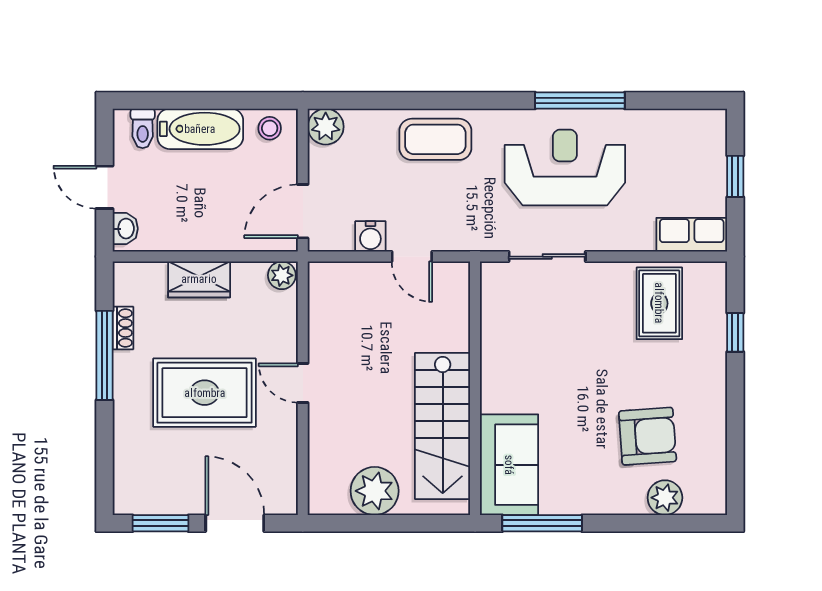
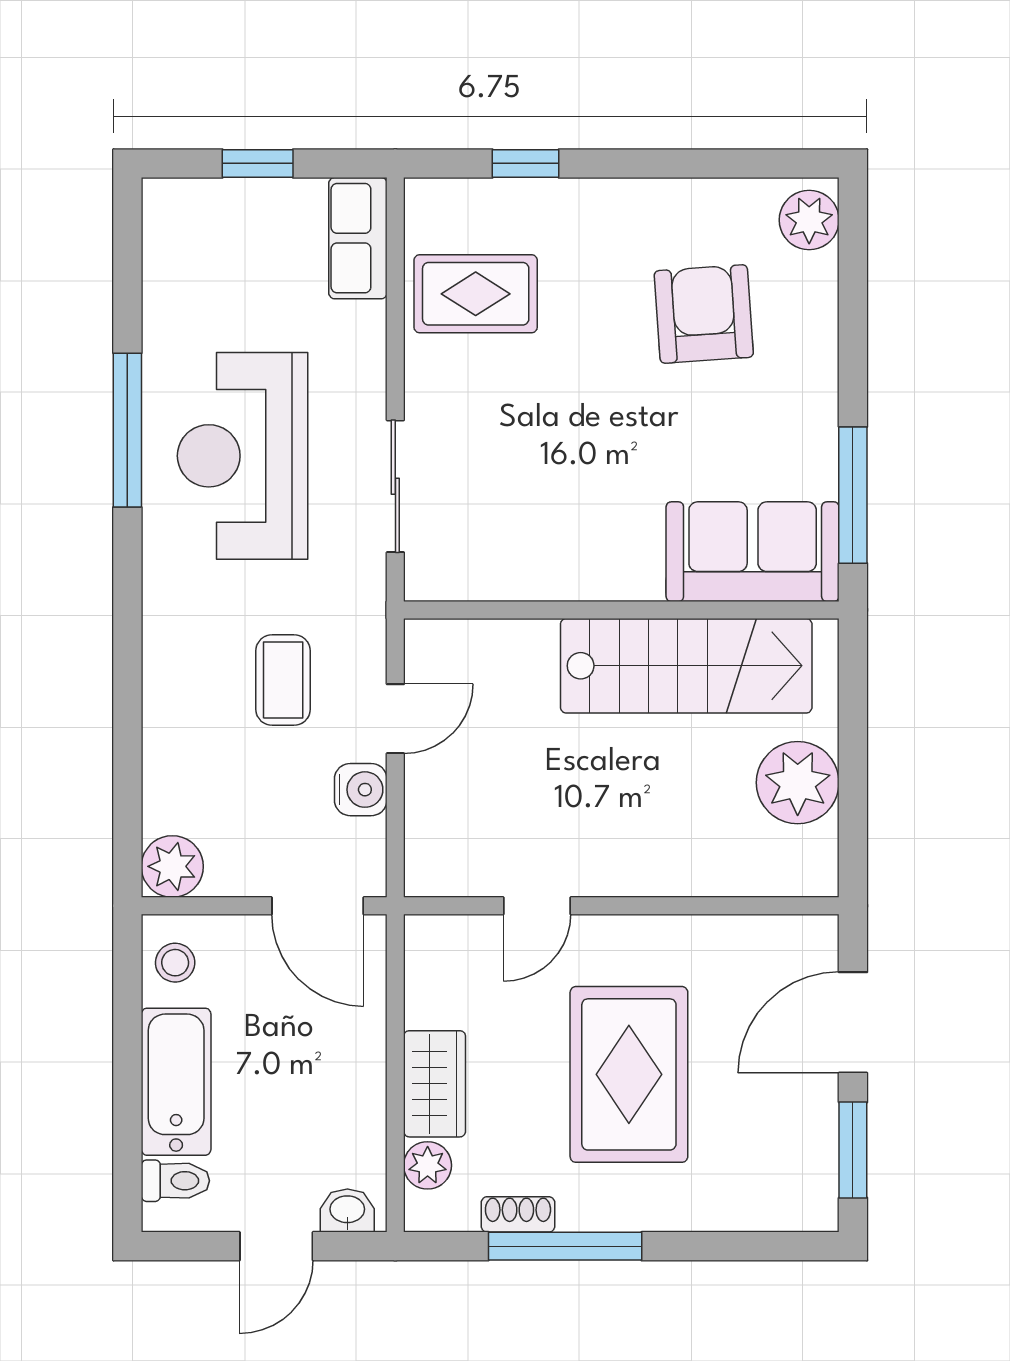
coffee table: (435, 139) -> (283, 680), moved, width x0.73, depth x0.77
plant: (282, 275) -> (428, 1165), moved
door: (303, 383) -> (537, 906), moved
plant: (665, 498) -> (809, 220), moved

